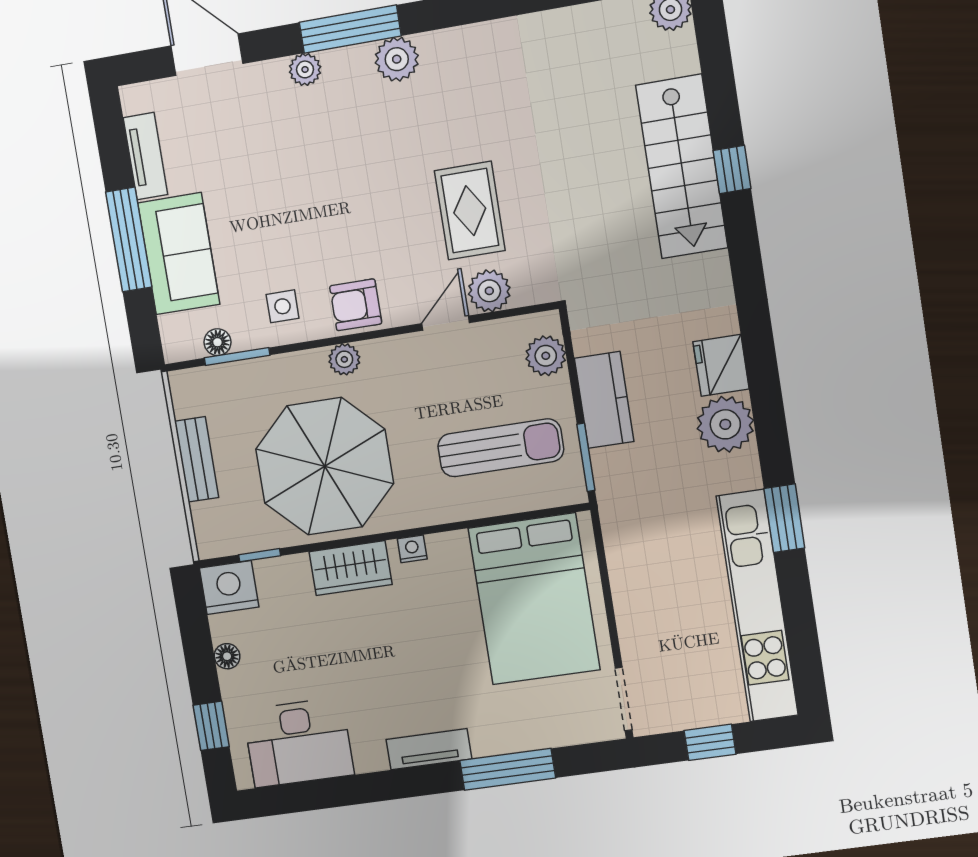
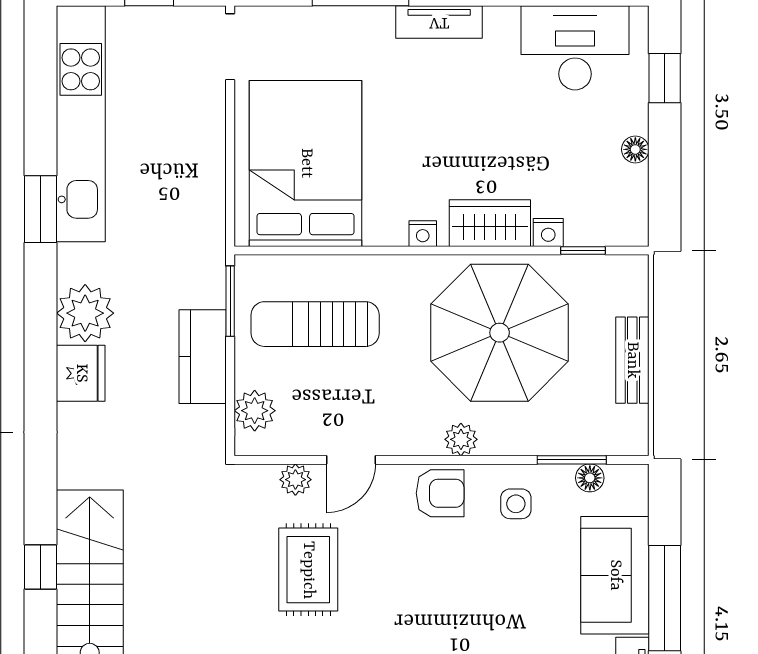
plant: (489, 291) -> (295, 480), width x0.73, depth x0.73
nightstand: (229, 587) -> (548, 233), moved, width x0.53, depth x0.56

